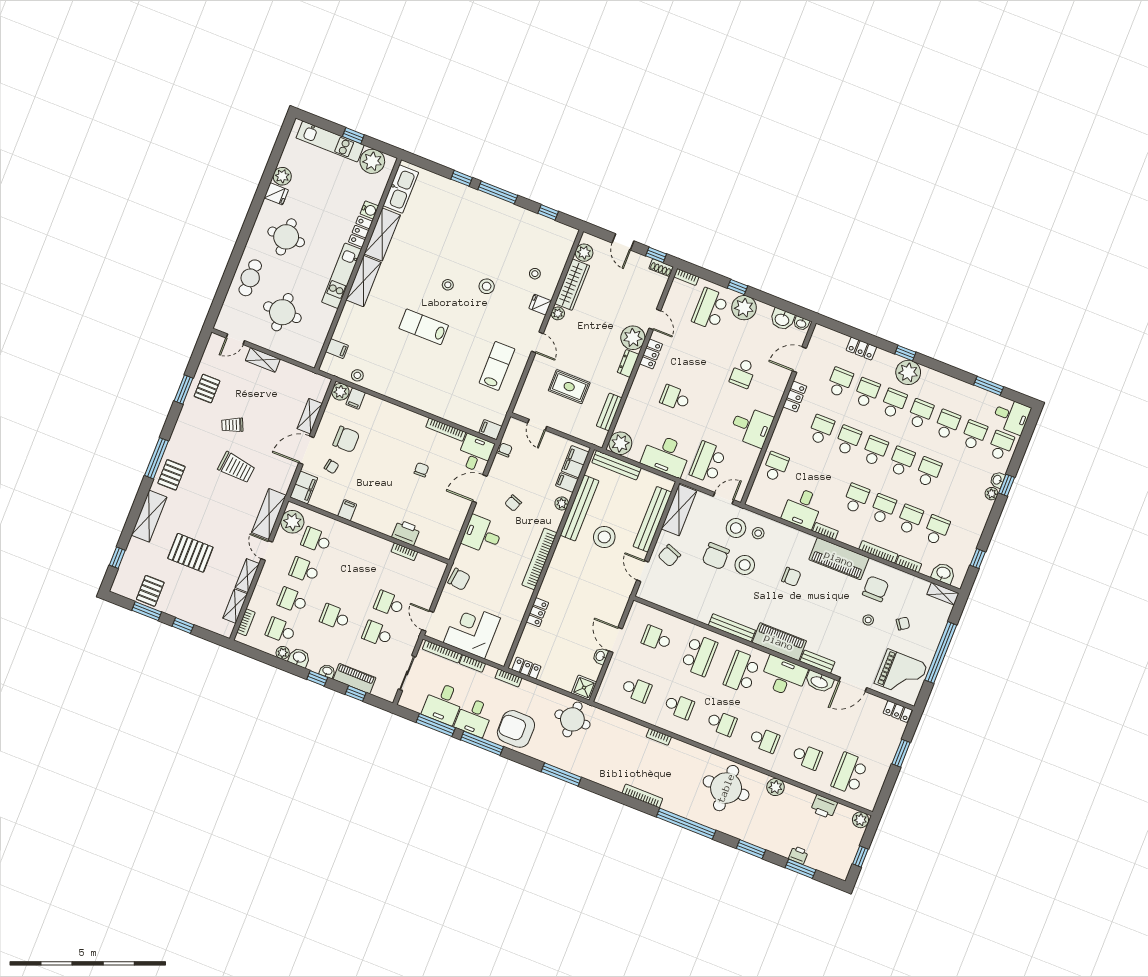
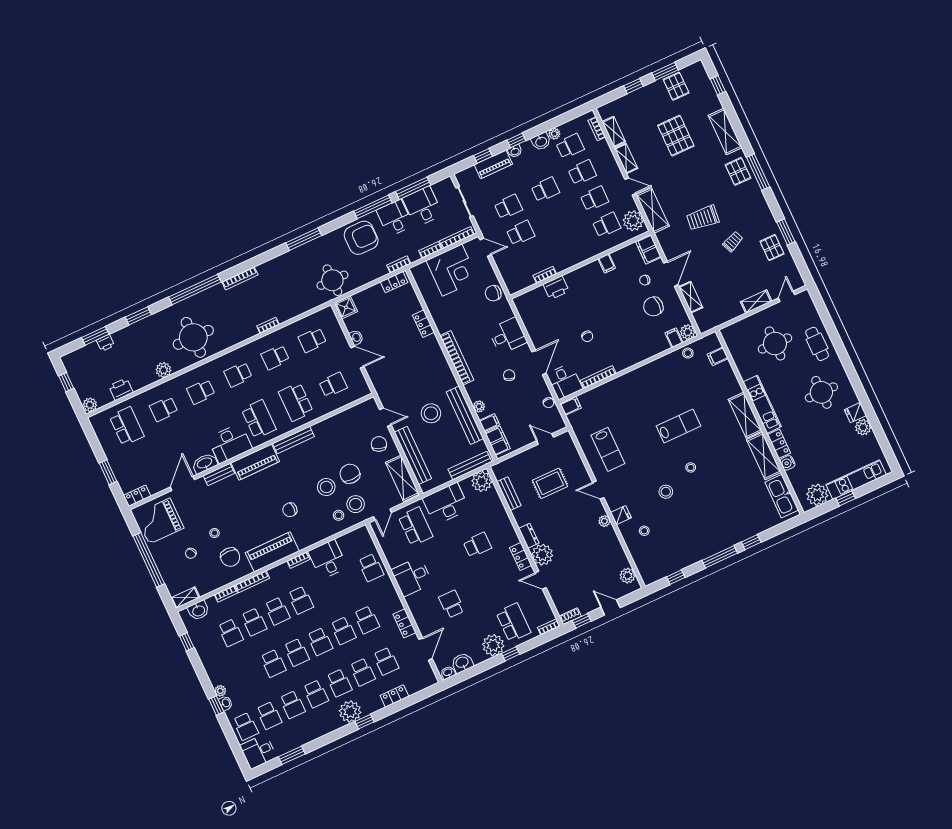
wardrobe: (572, 285) -> (614, 548), removed
pallet: (190, 553) -> (676, 136), turned 90

